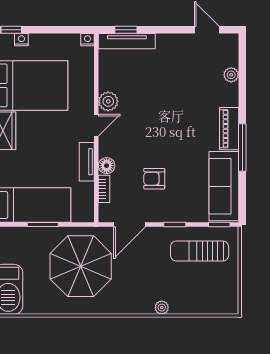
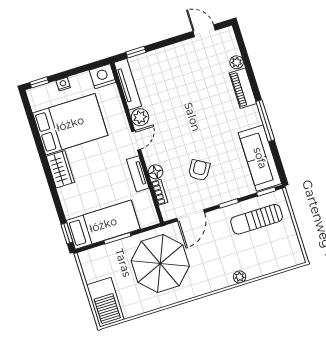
nightstand: (21, 40) -> (63, 84), moved
nightstand: (88, 40) -> (103, 76), width x1.89, depth x1.79
tv unit: (127, 41) -> (128, 84), moved, turned -90
piano: (229, 129) -> (243, 88), moved
armchair: (154, 179) -> (199, 170), turned 121

